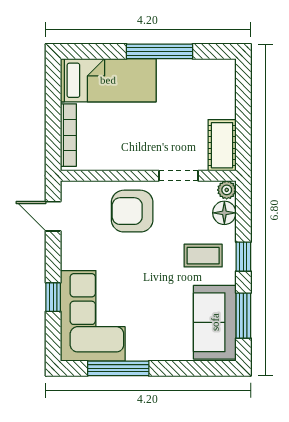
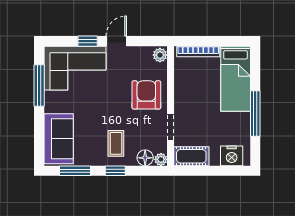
nightstand: (222, 86) -> (232, 156), added
plant: (74, 191) -> (160, 55), added
door: (53, 216) -> (116, 41), moved
sofa: (215, 322) -> (59, 139), moved, turned 90

